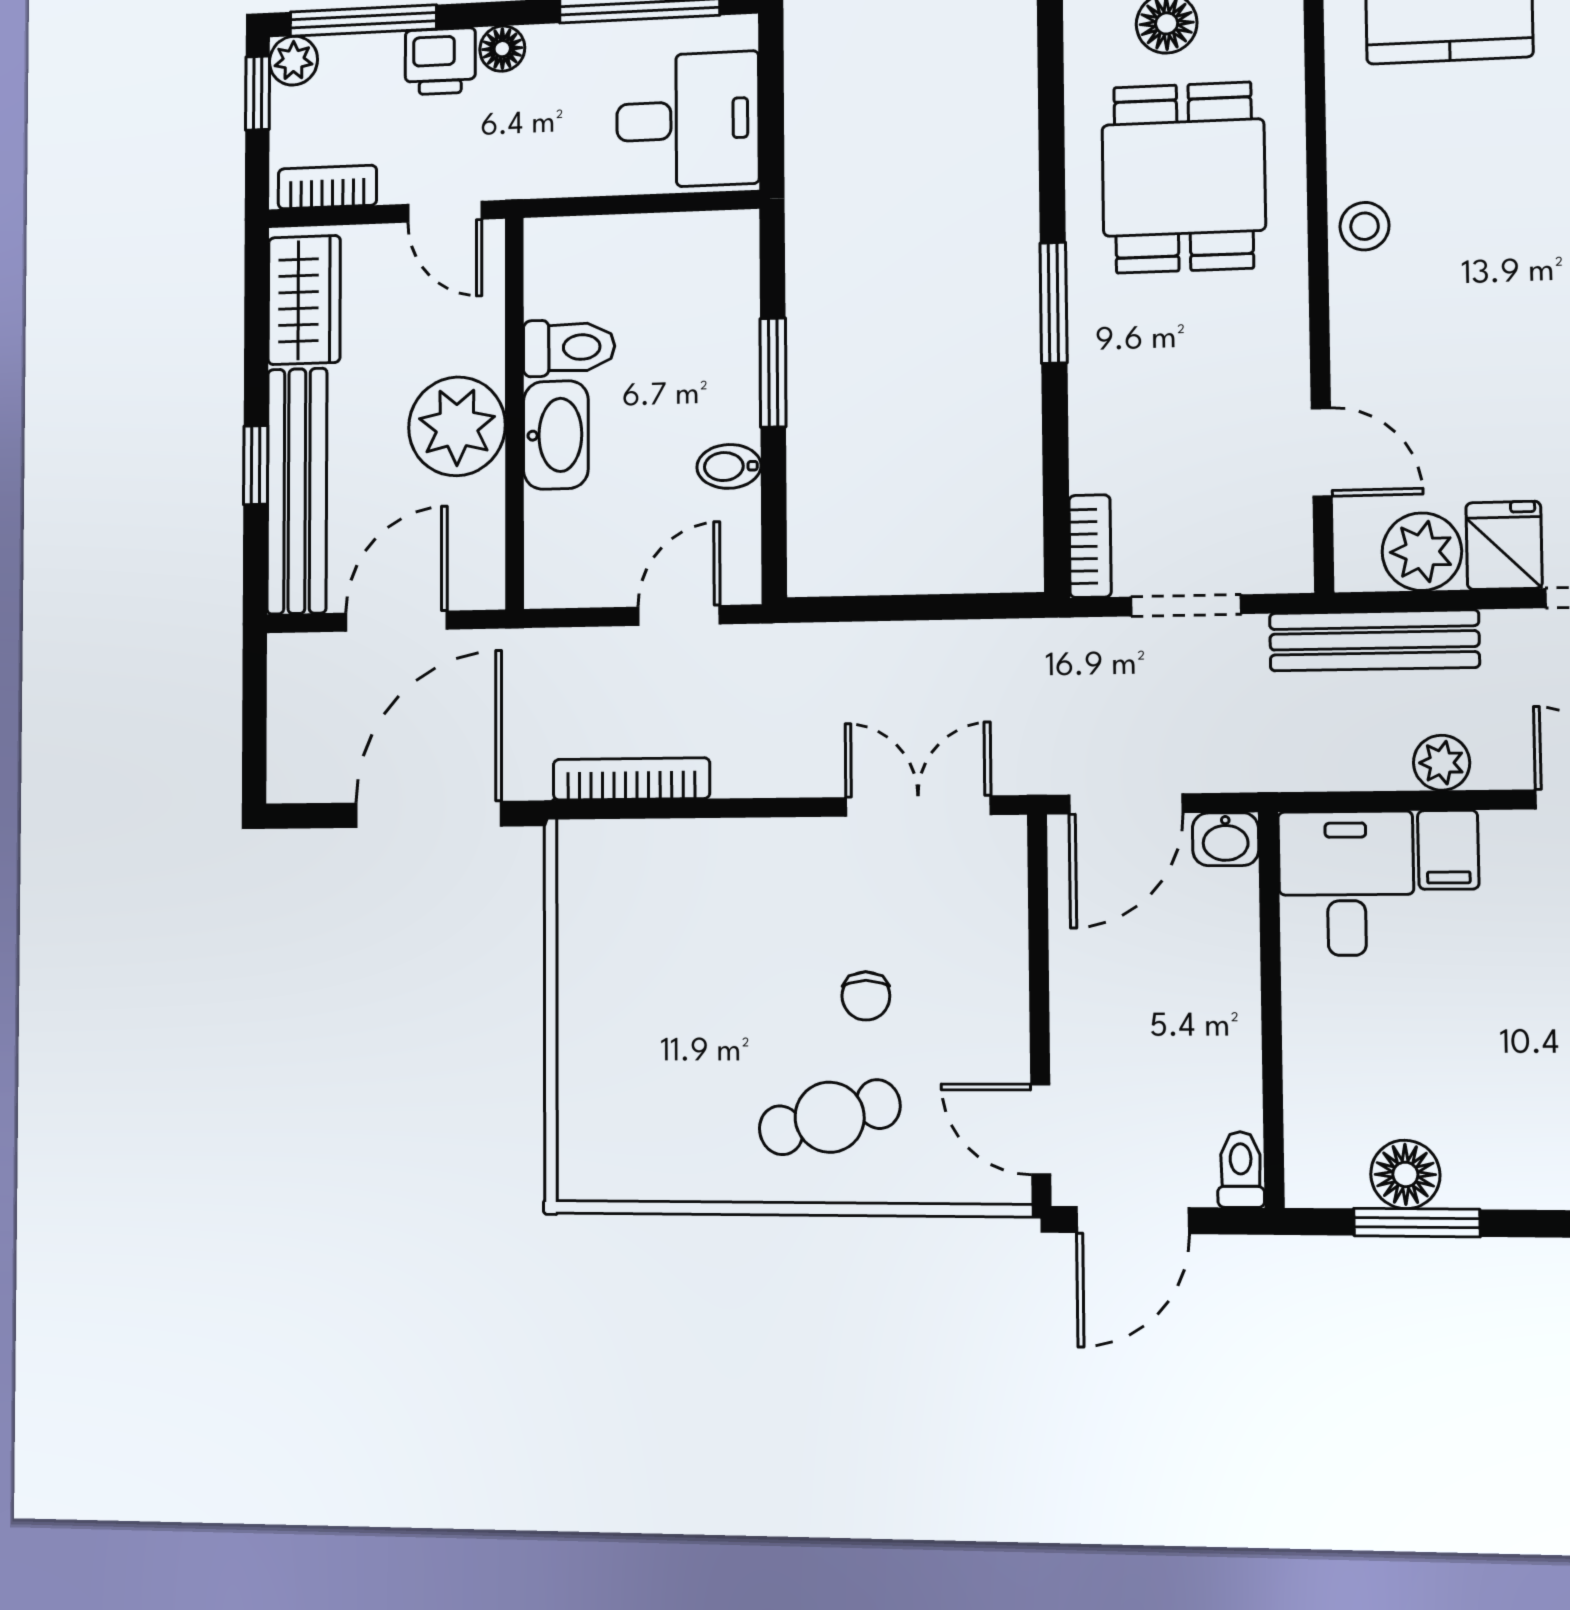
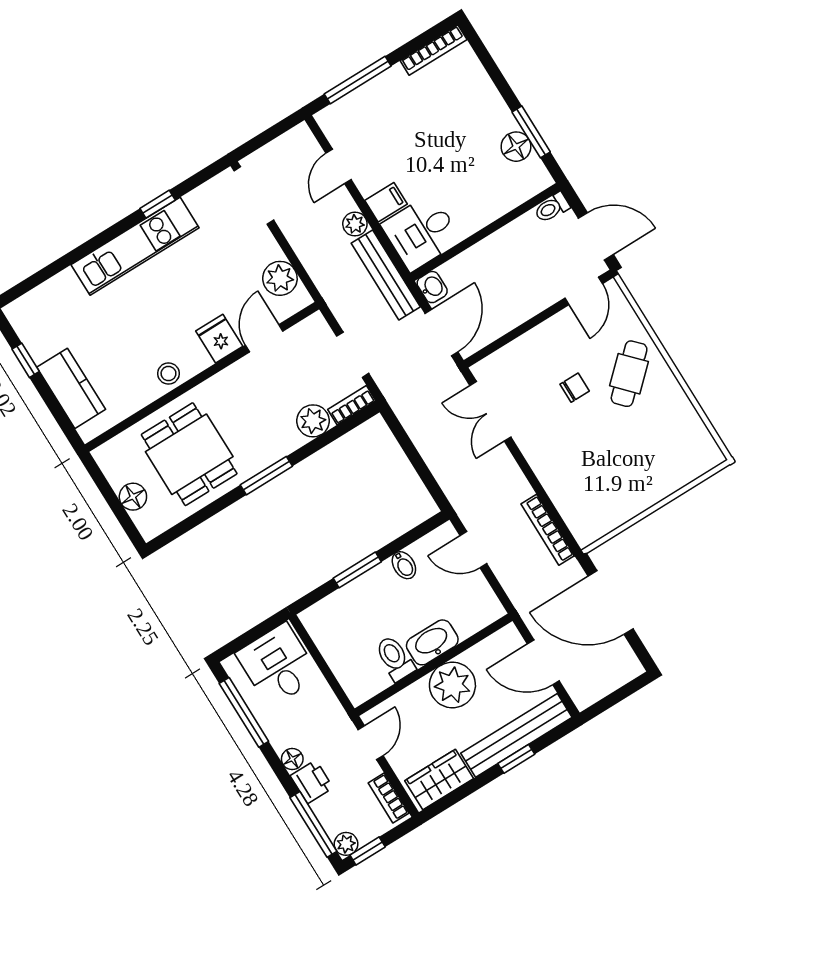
dining table: (1184, 178) -> (189, 454), turned 90
plant: (1105, 453) -> (313, 421), added
fridge: (1504, 545) -> (219, 339), moved, turned 90
bench: (1374, 640) -> (386, 275), moved
door: (1126, 804) -> (442, 333), hinge flipped
cafe table: (830, 1117) -> (629, 374), turned 62

